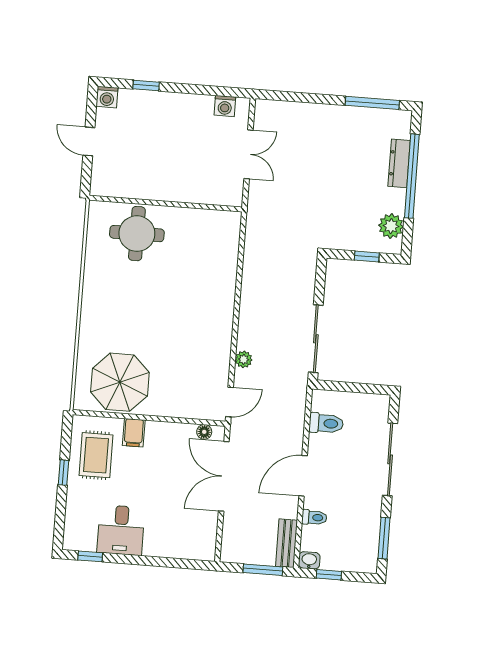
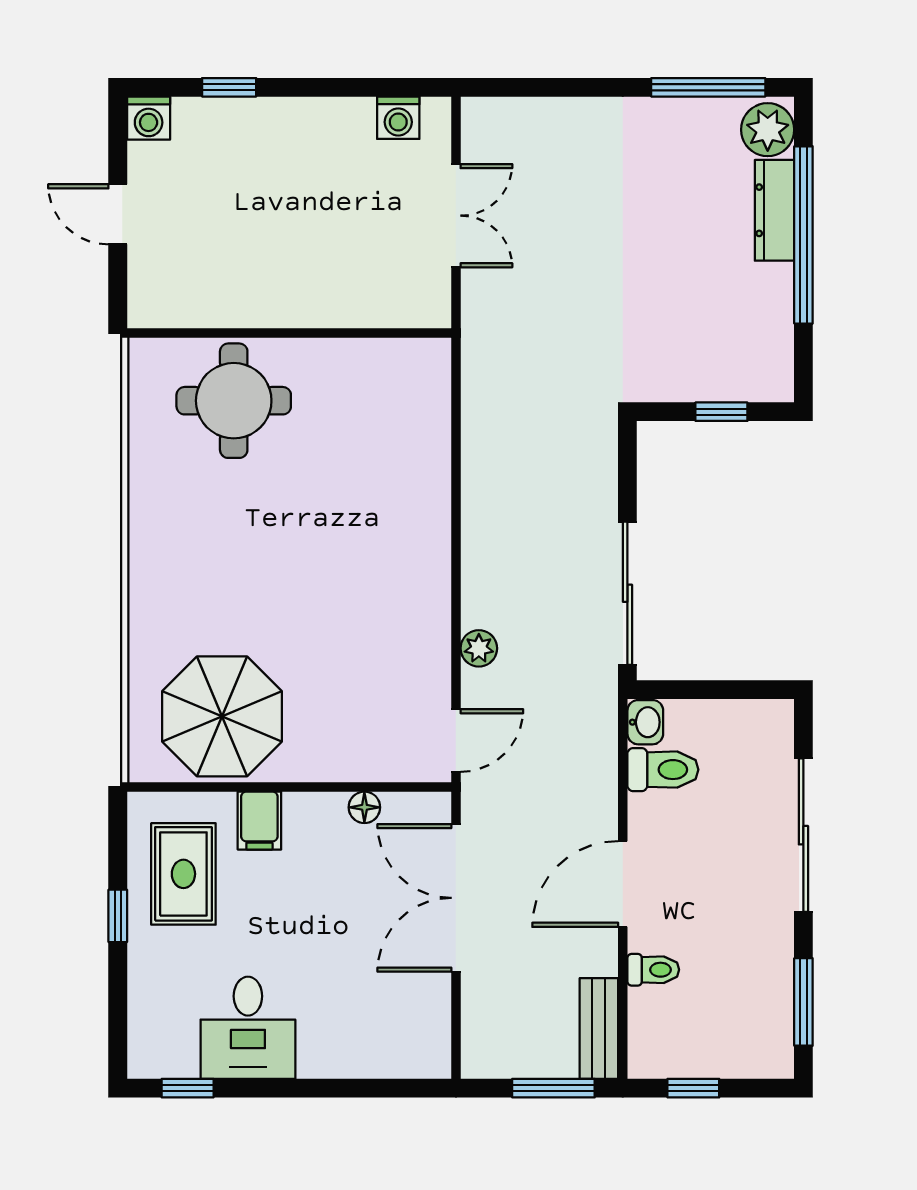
plant: (391, 226) -> (768, 130), moved
floor lamp: (204, 432) -> (364, 807), moved
washbasin: (309, 560) -> (645, 722), moved, turned 90

